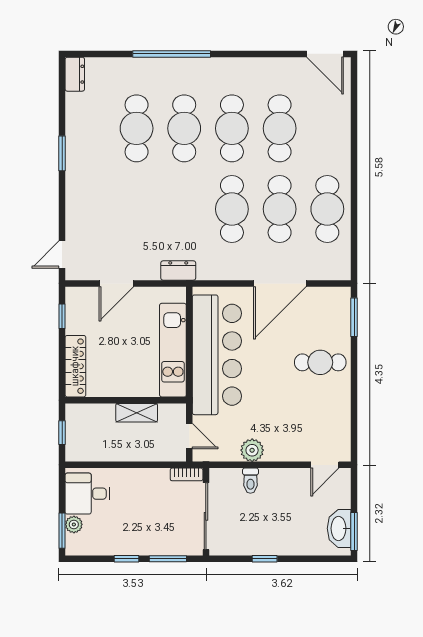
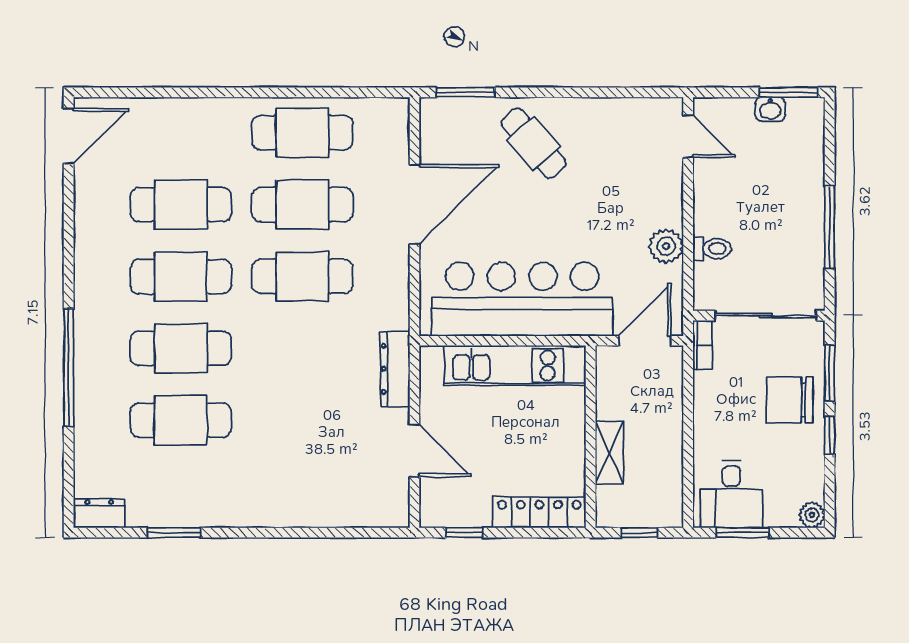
window: (62, 153) -> (174, 533), moved
door: (62, 255) -> (371, 533), removed
dresser: (178, 270) -> (395, 369), width x1.44
door: (280, 283) -> (415, 204), hinge flipped
cafe table: (320, 362) -> (534, 143), turned -41
shelving: (137, 413) -> (609, 453), moved
door: (189, 436) -> (645, 341), width x1.38
plant: (74, 524) -> (812, 515), moved
washbasin: (339, 528) -> (770, 109), width x0.52, depth x0.69
window: (62, 531) -> (742, 533), moved
chair: (150, 532) -> (789, 400), added
window: (265, 559) -> (830, 227), width x2.17

